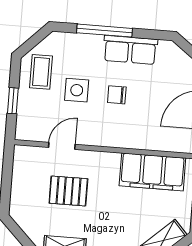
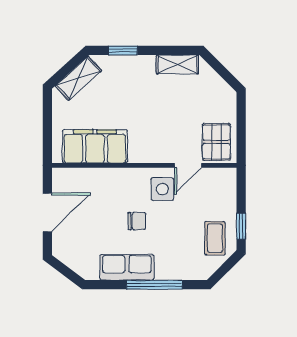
side table: (77, 90) -> (162, 189), moved
window: (13, 101) -> (241, 226), moved
pallet: (68, 191) -> (216, 142), moved, turned 90

